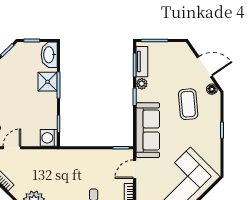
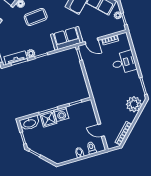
sofa: (148, 130) -> (67, 38), width x0.73
washing machine: (49, 138) -> (61, 114), moved

